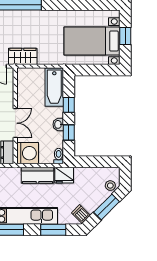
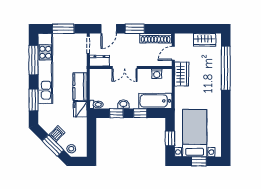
window: (98, 70) -> (170, 138), added
washing machine: (28, 153) -> (157, 74), moved, width x0.53, depth x0.53
dishwasher: (81, 214) -> (57, 134), moved

